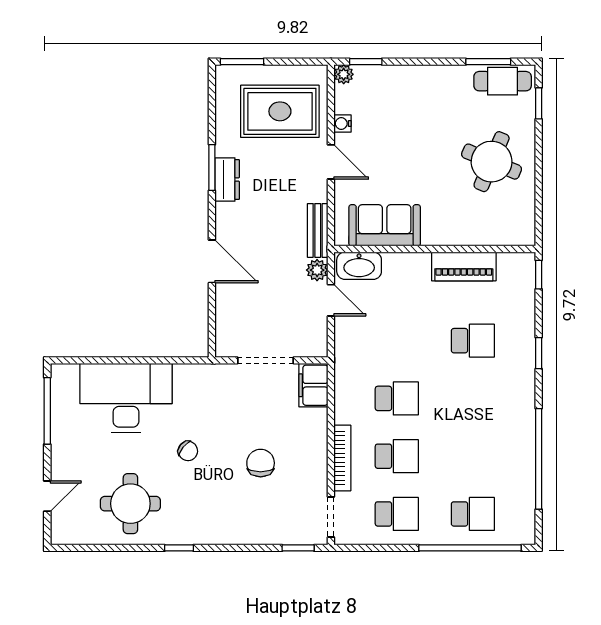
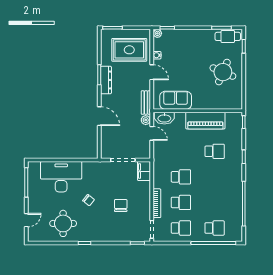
dresser: (227, 179) -> (106, 80), width x1.44
piano: (464, 266) -> (205, 121), width x1.37, depth x1.33

